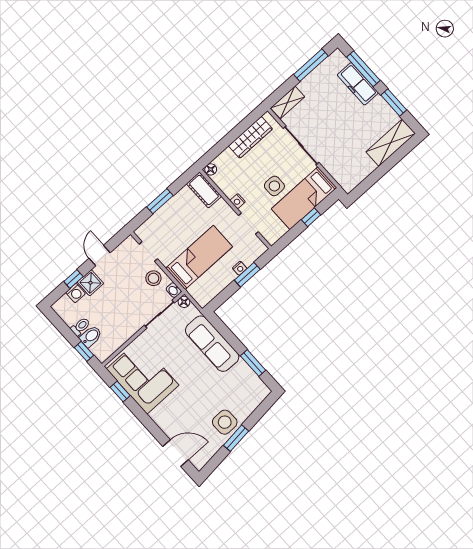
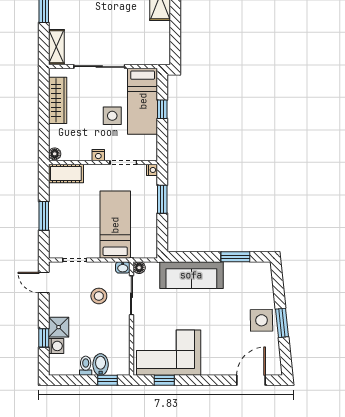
door: (100, 255) -> (44, 283), moved
nightstand: (240, 268) -> (152, 170), moved
stool: (153, 278) -> (99, 296), moved

